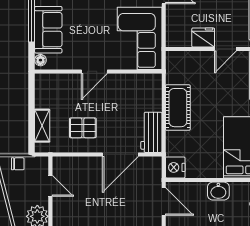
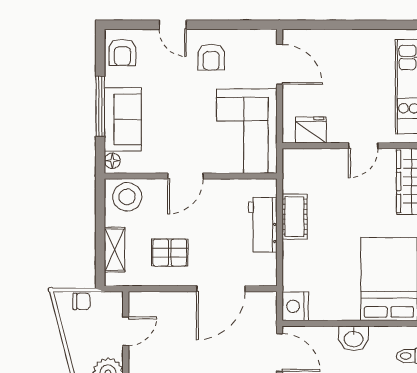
fridge: (203, 37) -> (311, 130), moved
stool: (51, 87) -> (127, 197), added
cot: (178, 108) -> (295, 217), width x0.73, depth x0.75
workbench: (151, 132) -> (263, 225), moved
door: (50, 186) -> (126, 331), hinge flipped

